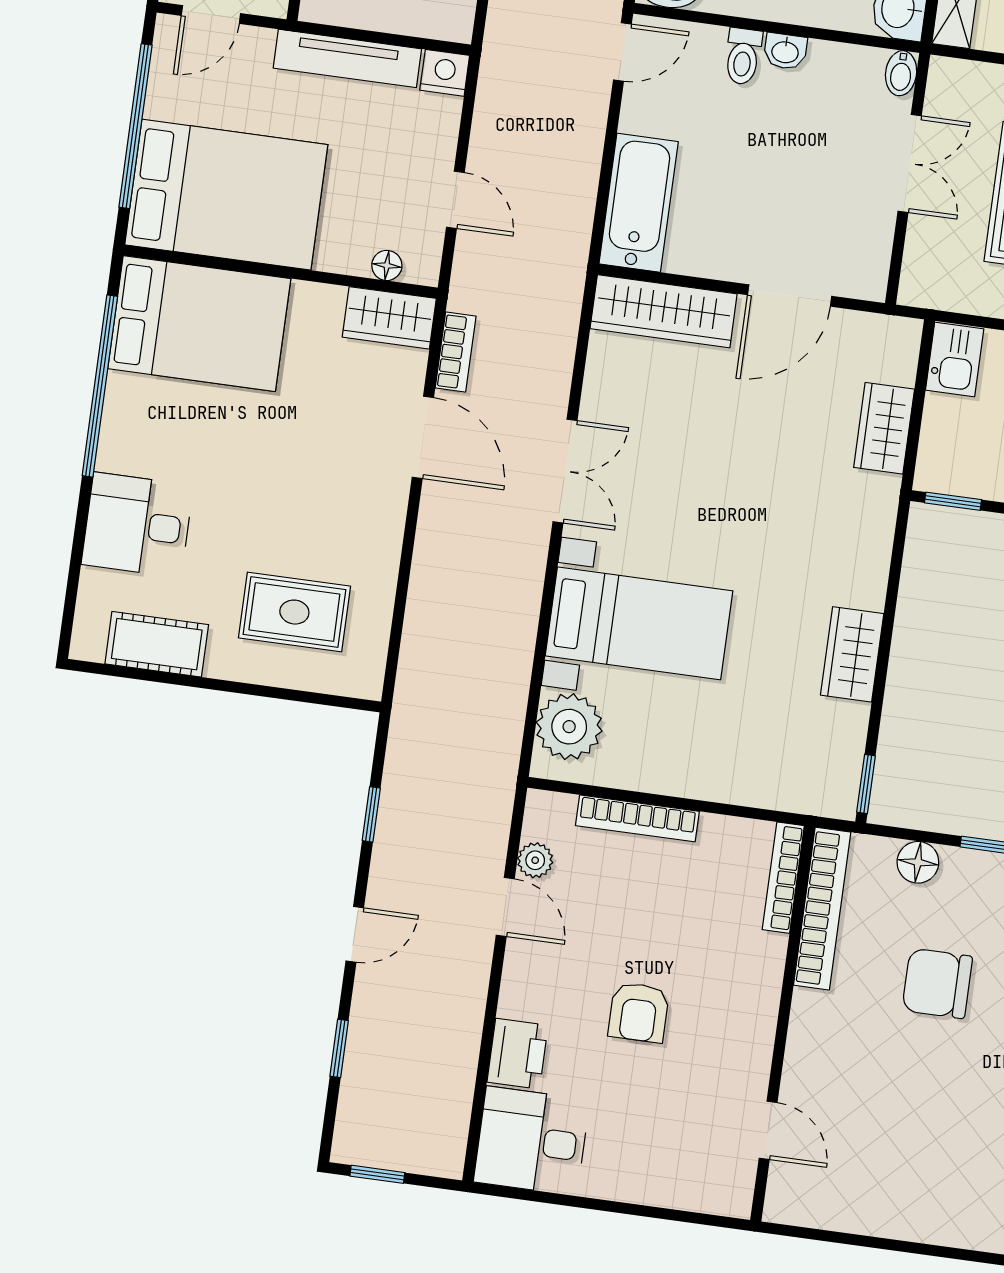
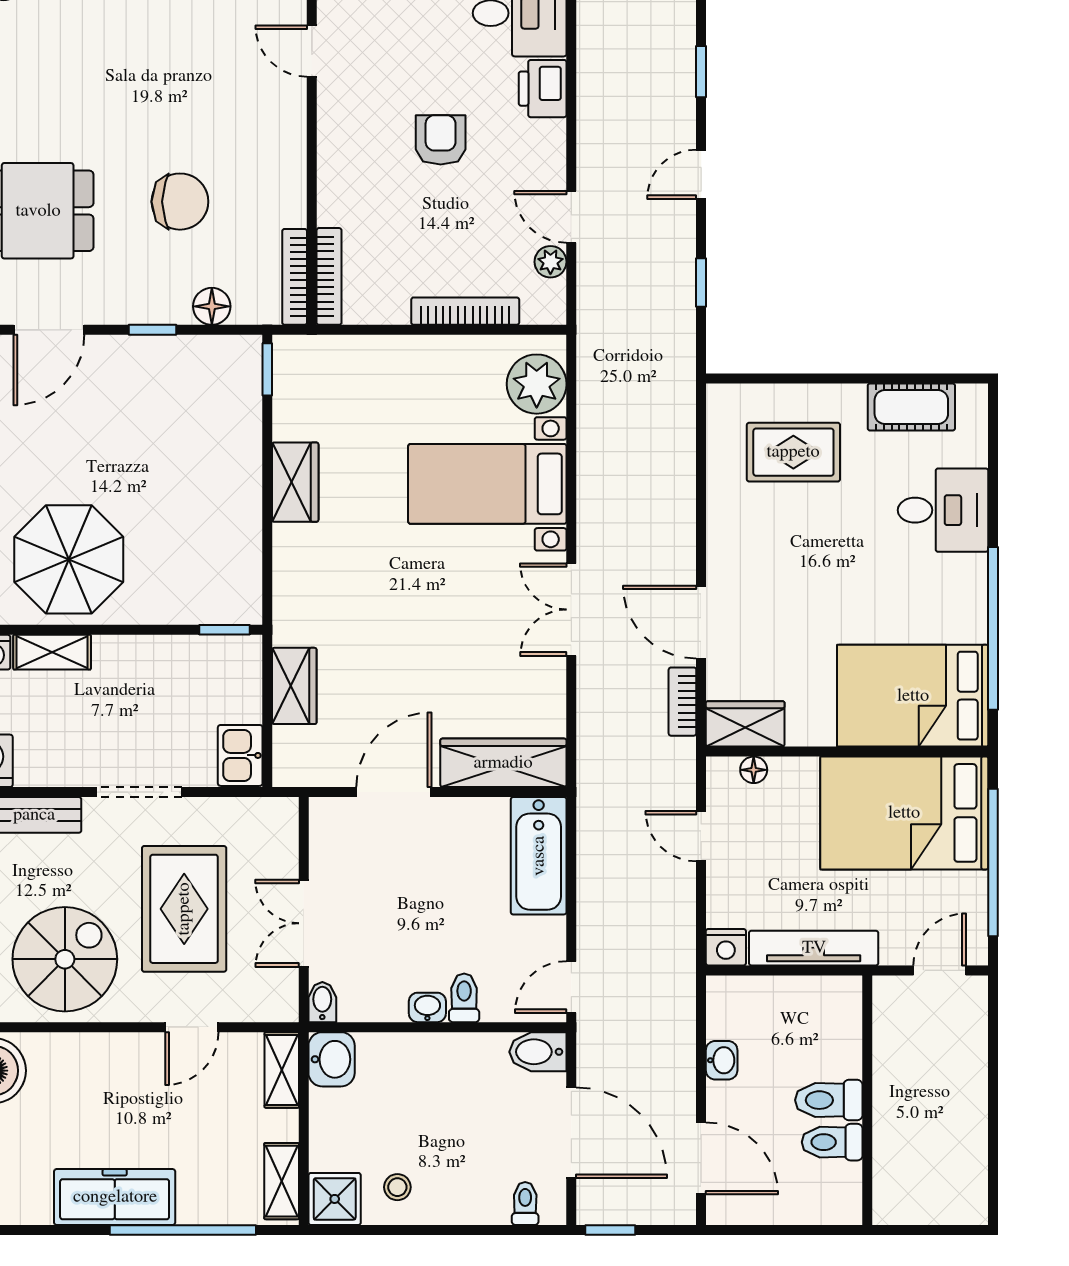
bookcase: (822, 909) -> (295, 277), width x0.68, depth x0.76

